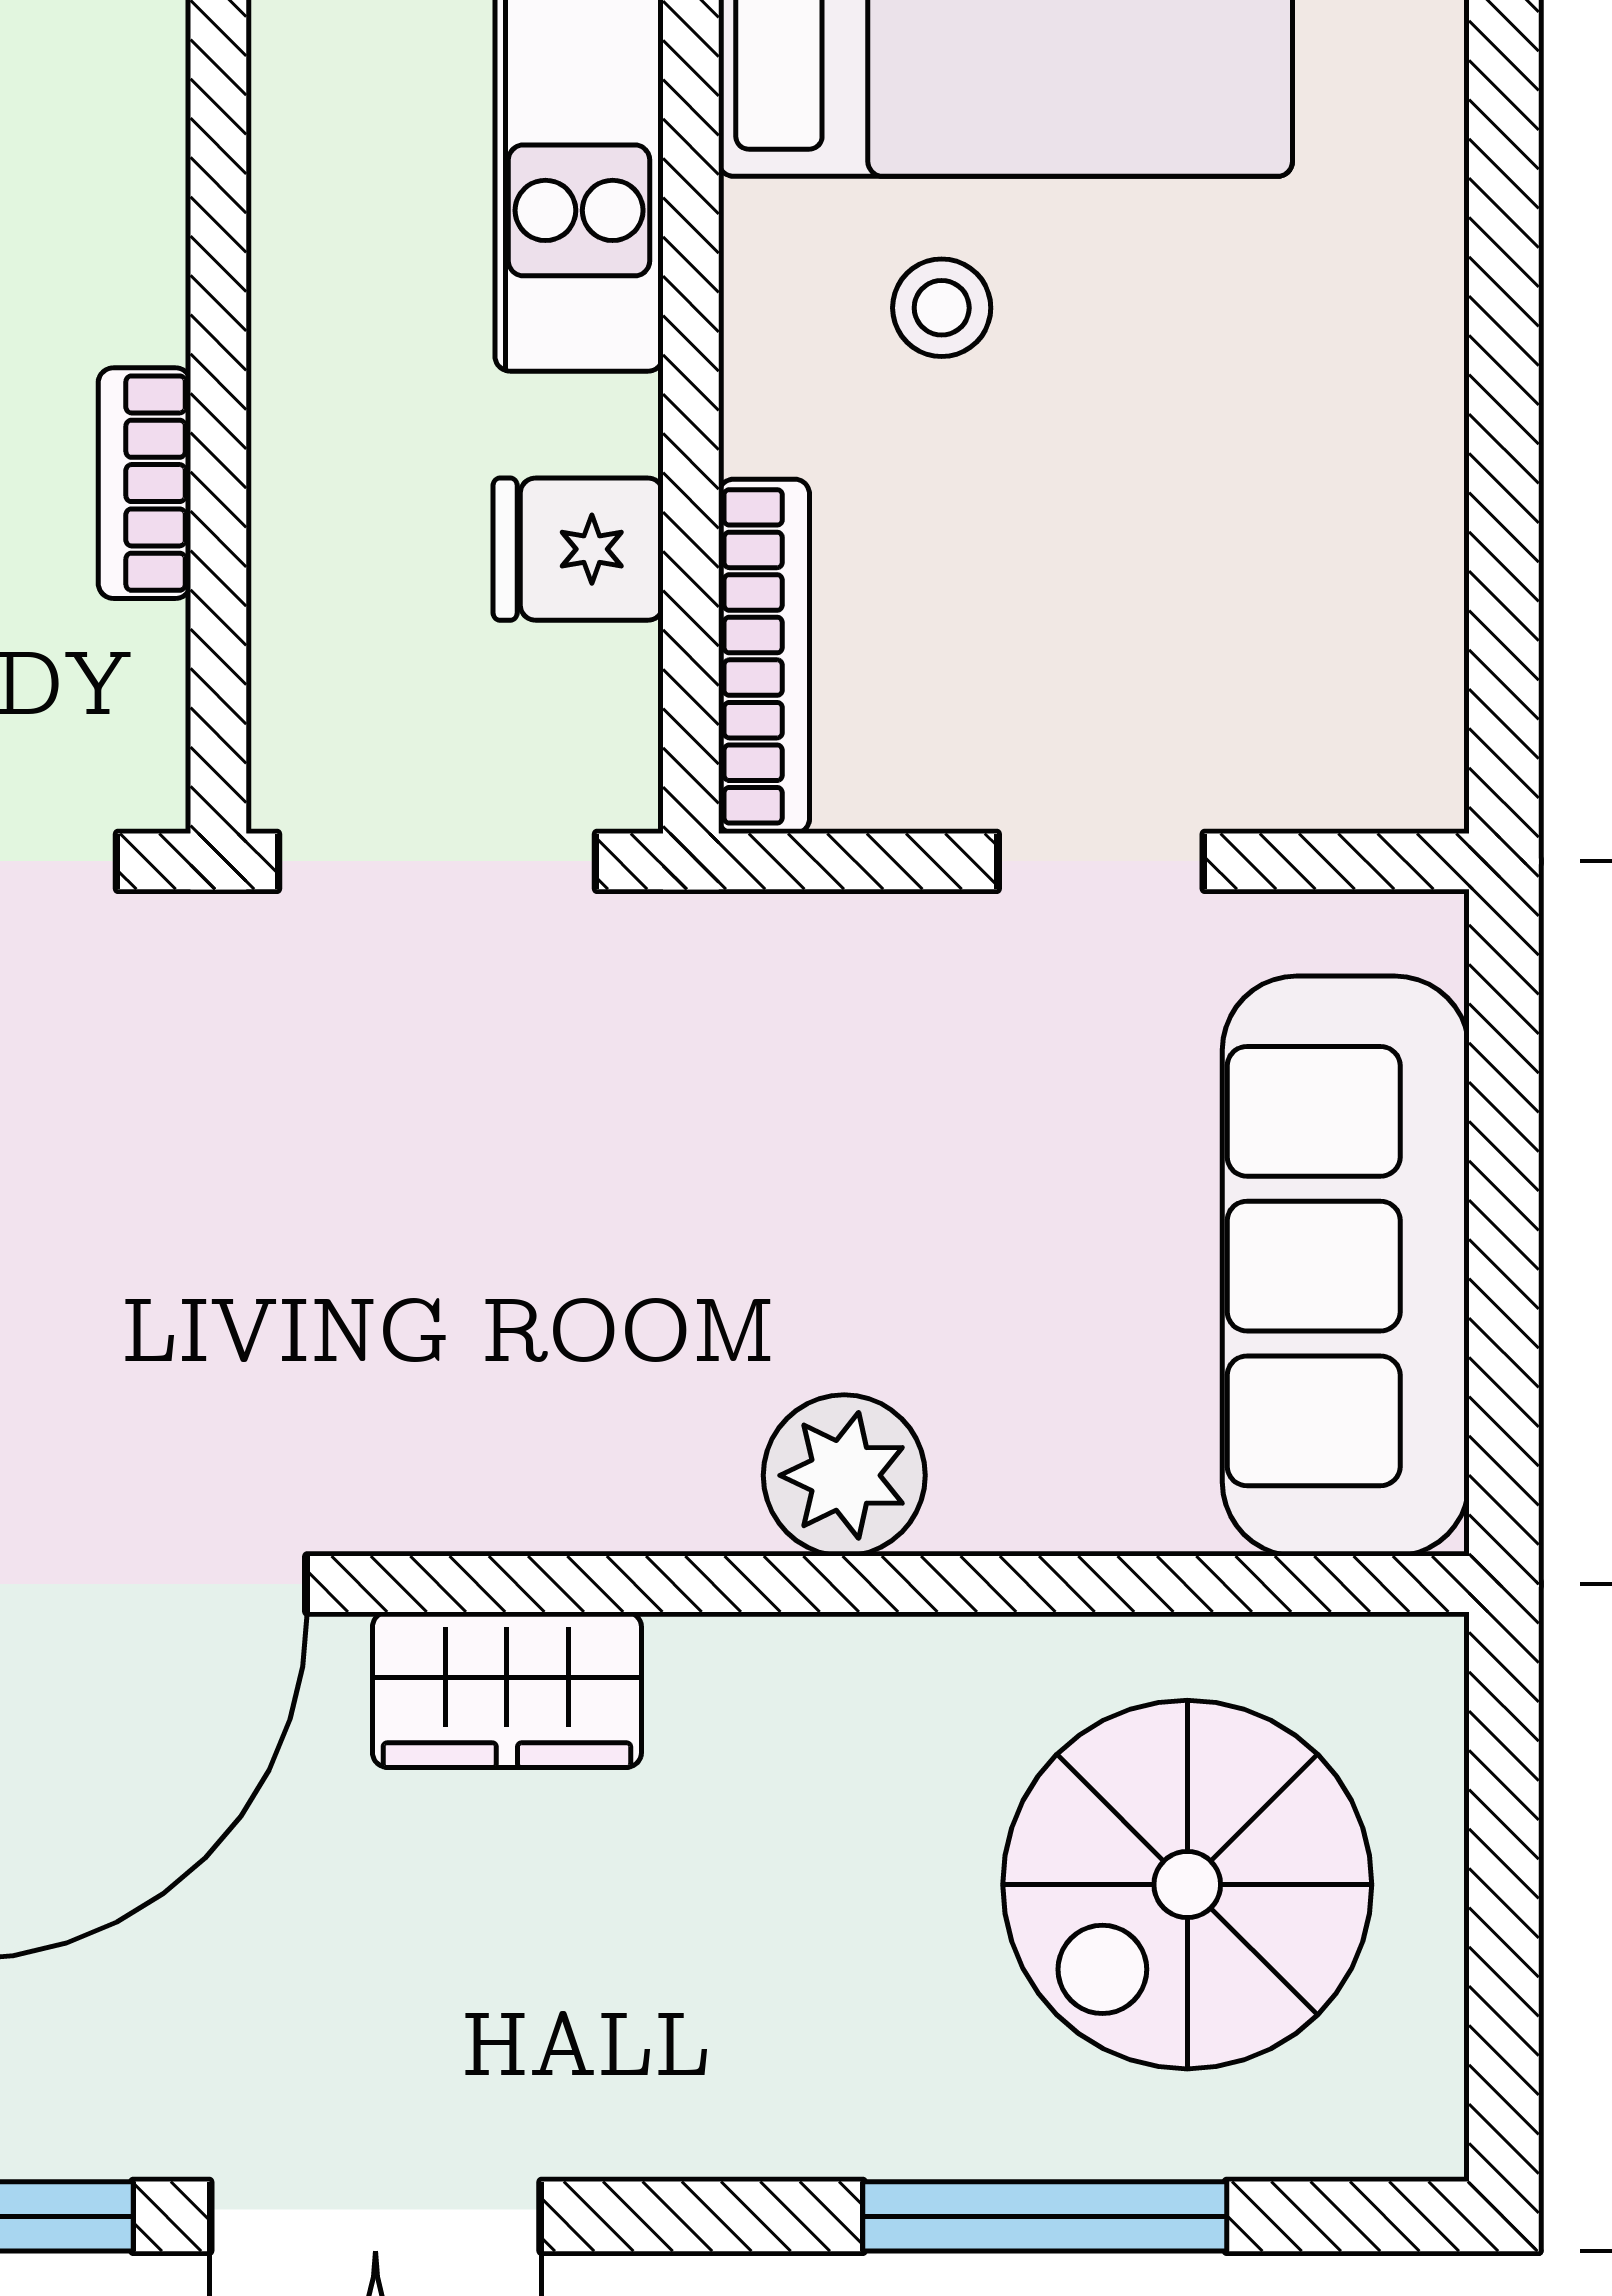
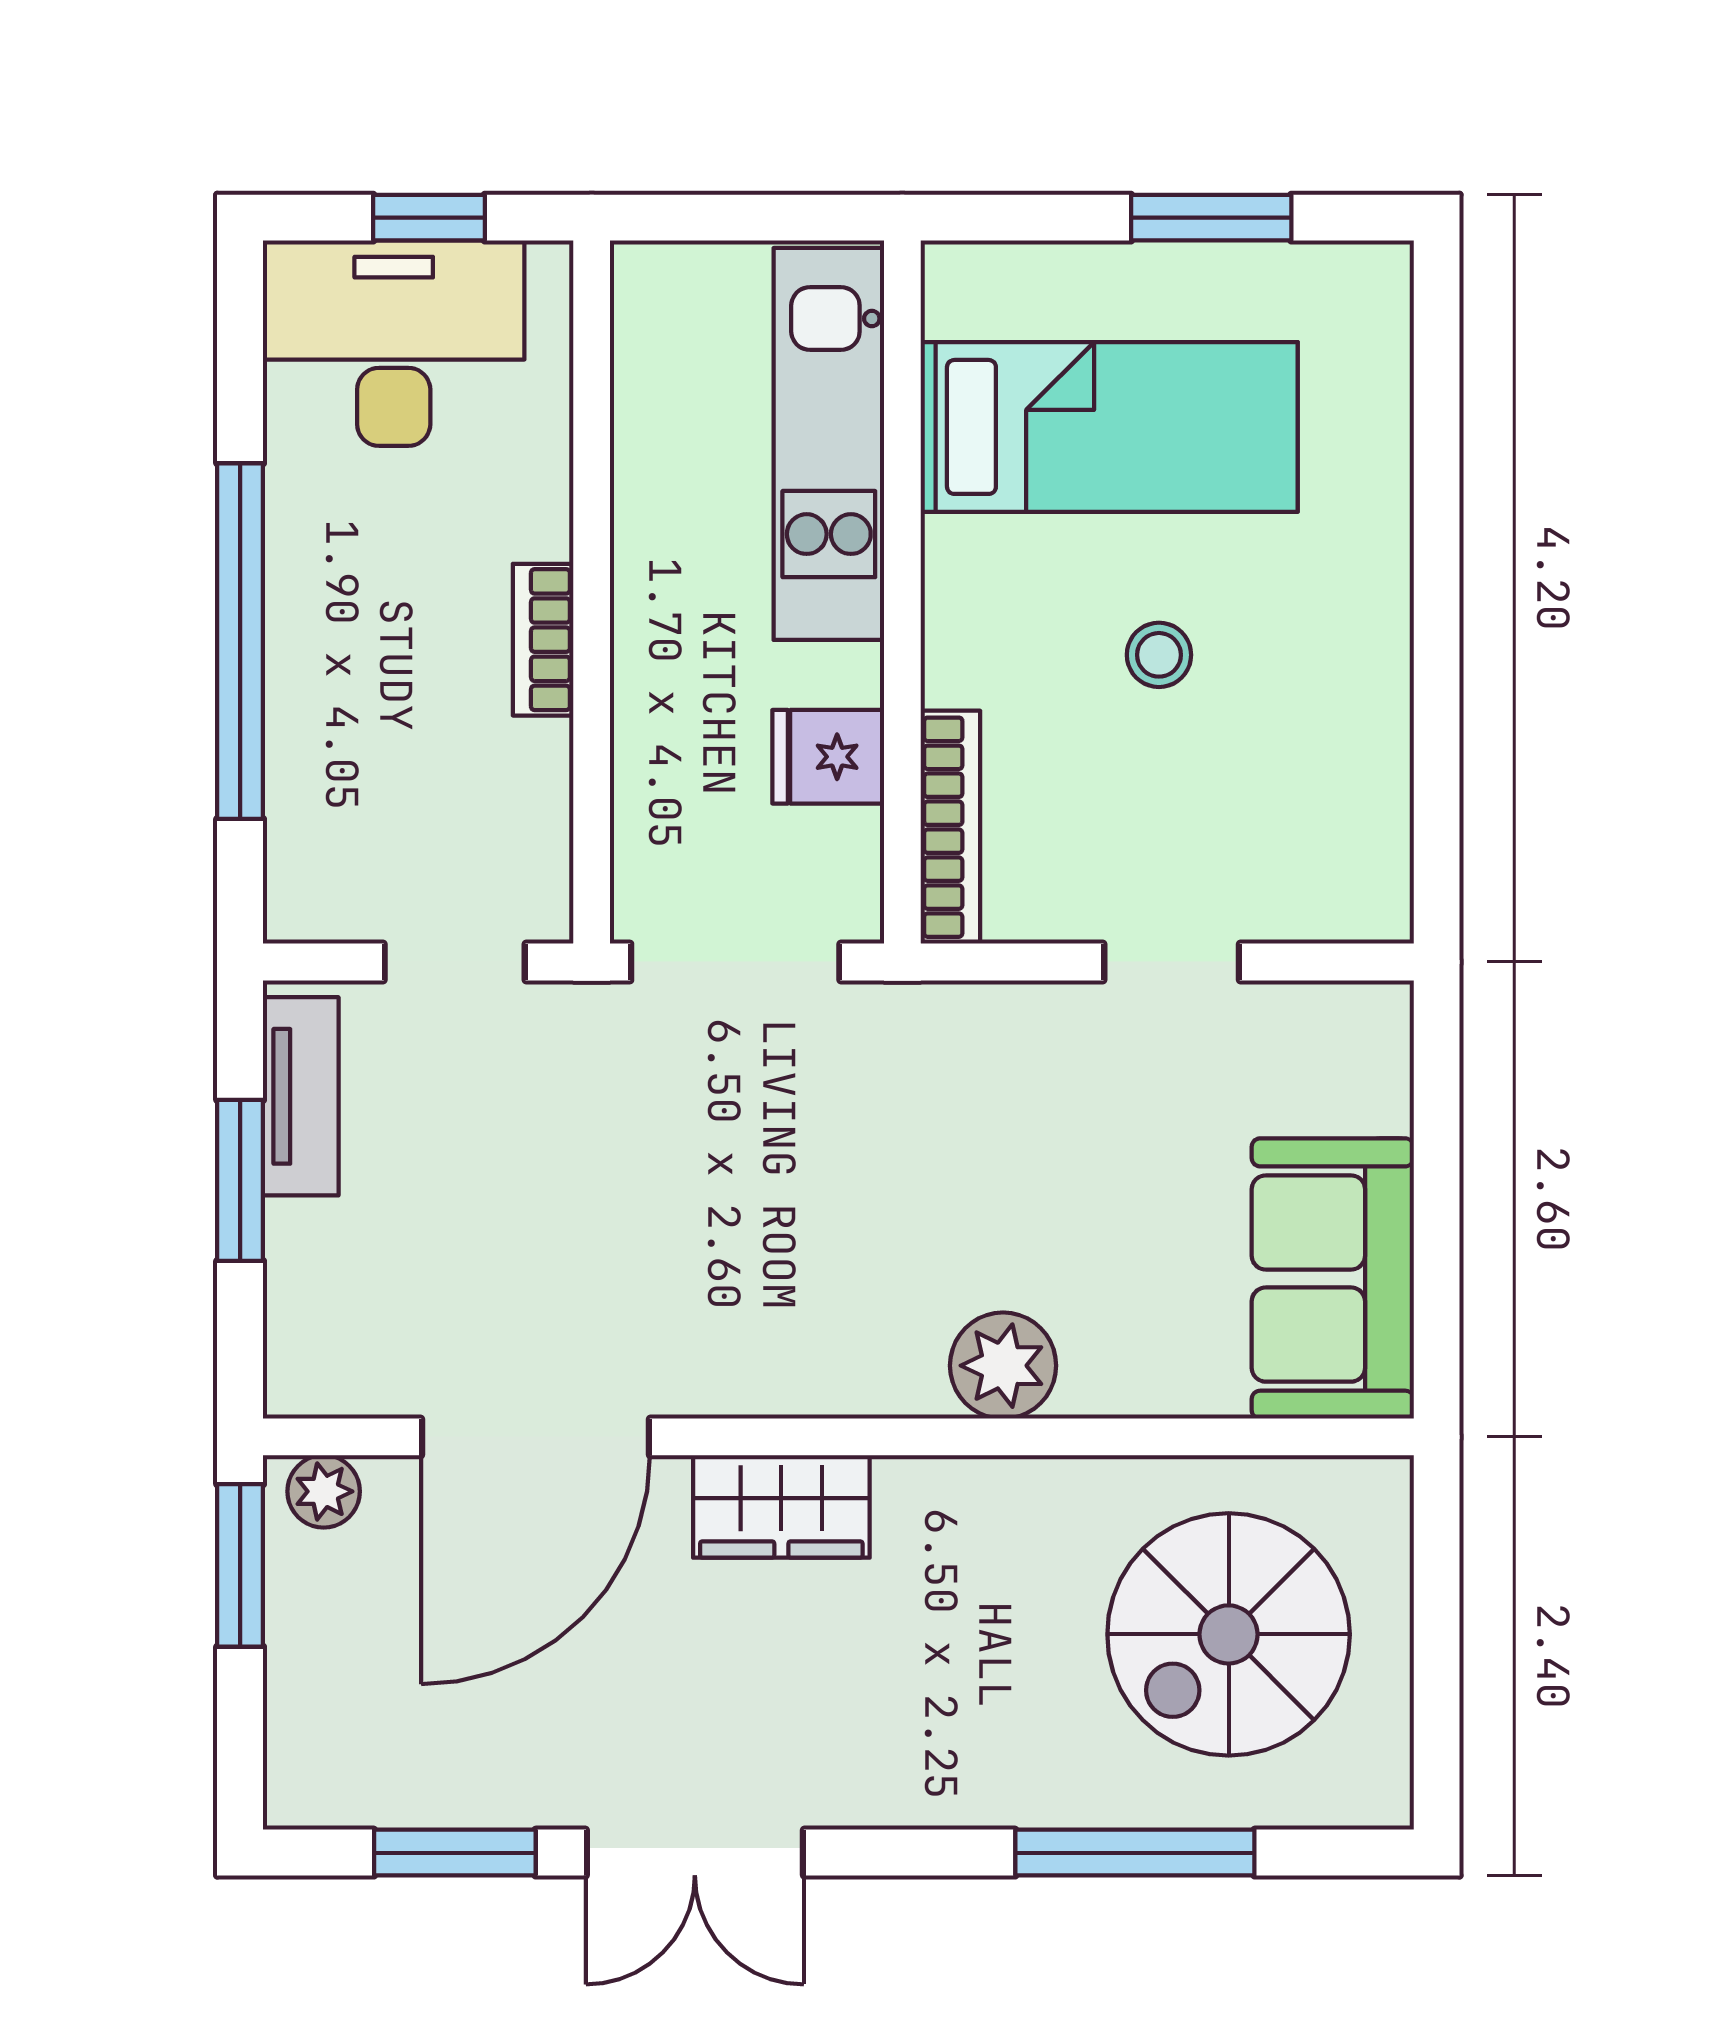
stool: (942, 308) -> (1159, 655), moved
bookcase: (144, 483) -> (543, 640), moved
sofa: (1346, 1266) -> (1333, 1279), width x0.73

